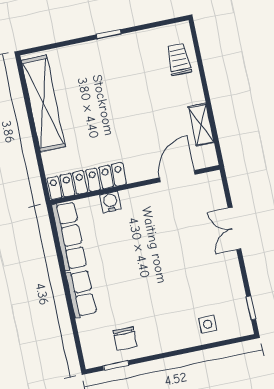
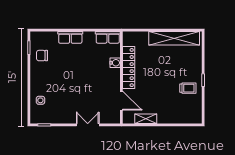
trolley: (179, 59) -> (188, 88), moved
locker: (87, 181) -> (129, 68), moved
row of seats: (69, 236) -> (108, 37), width x0.68

